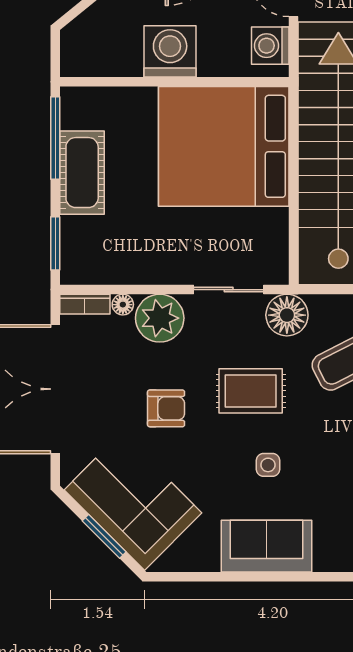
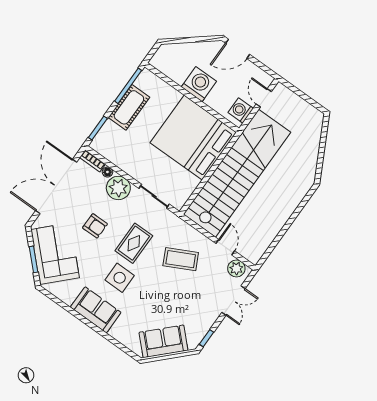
floor lamp: (287, 315) -> (170, 223), removed
rug: (251, 391) -> (134, 243), turned 90
side table: (268, 465) -> (120, 278), width x1.87, depth x1.87

